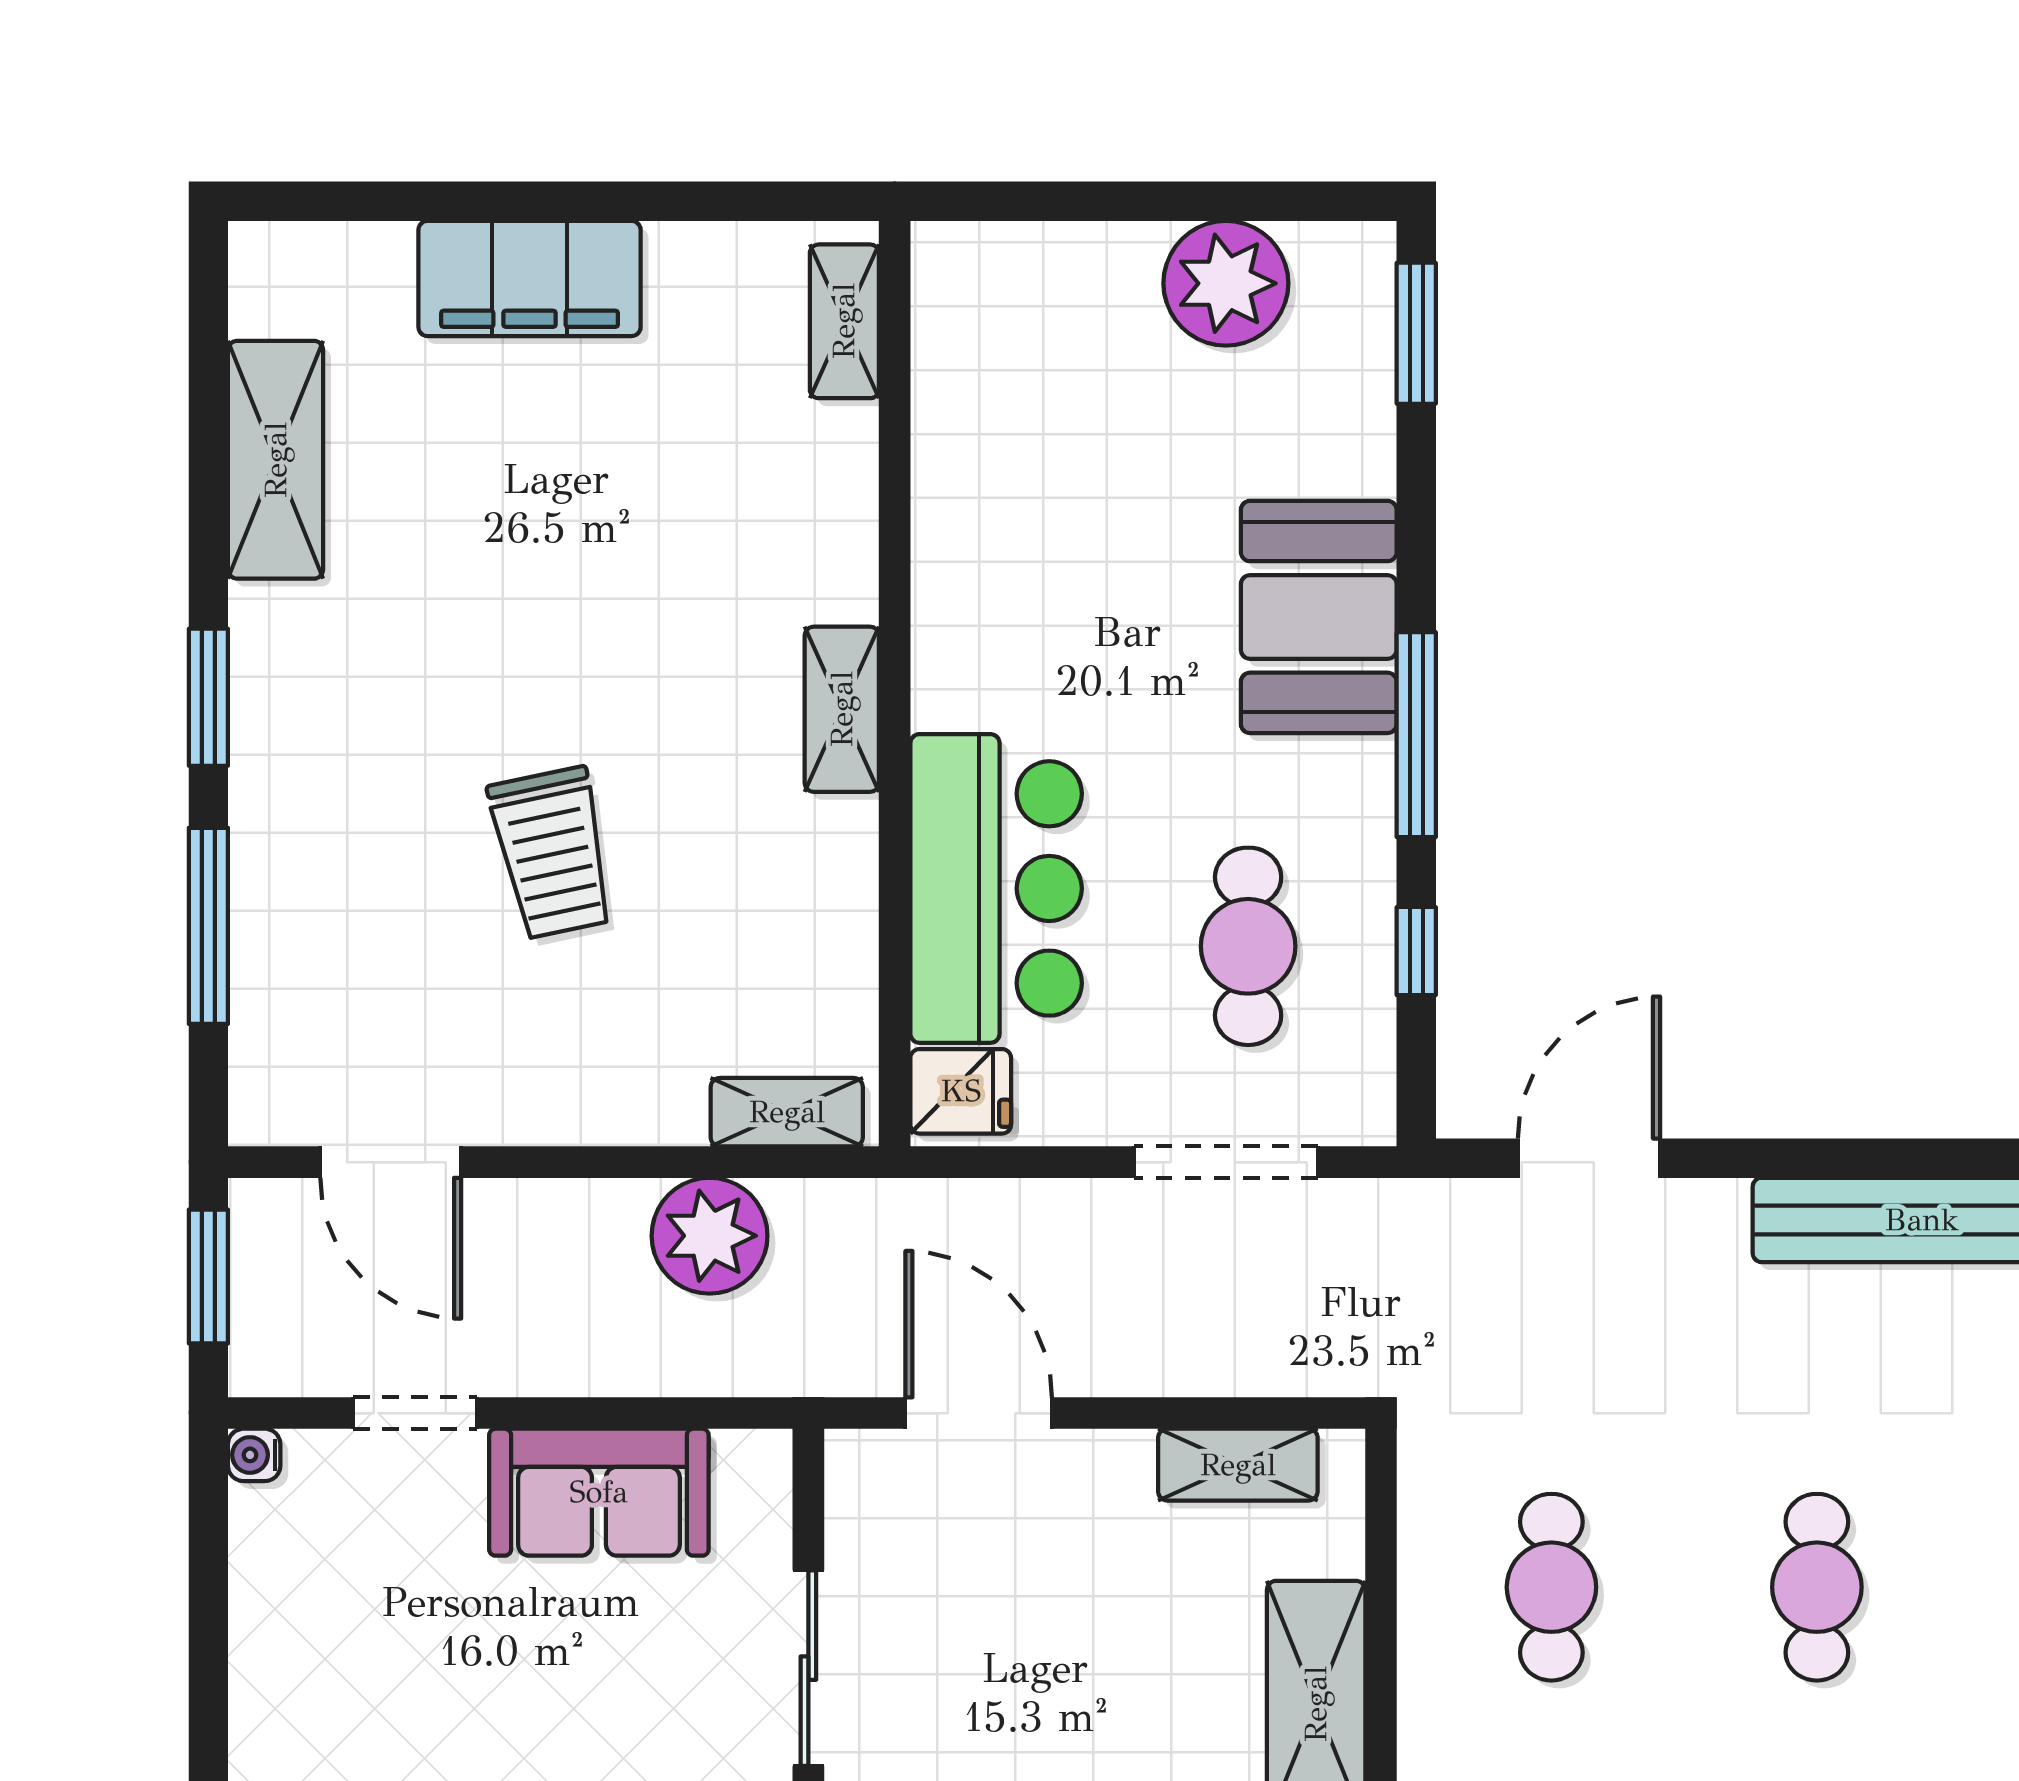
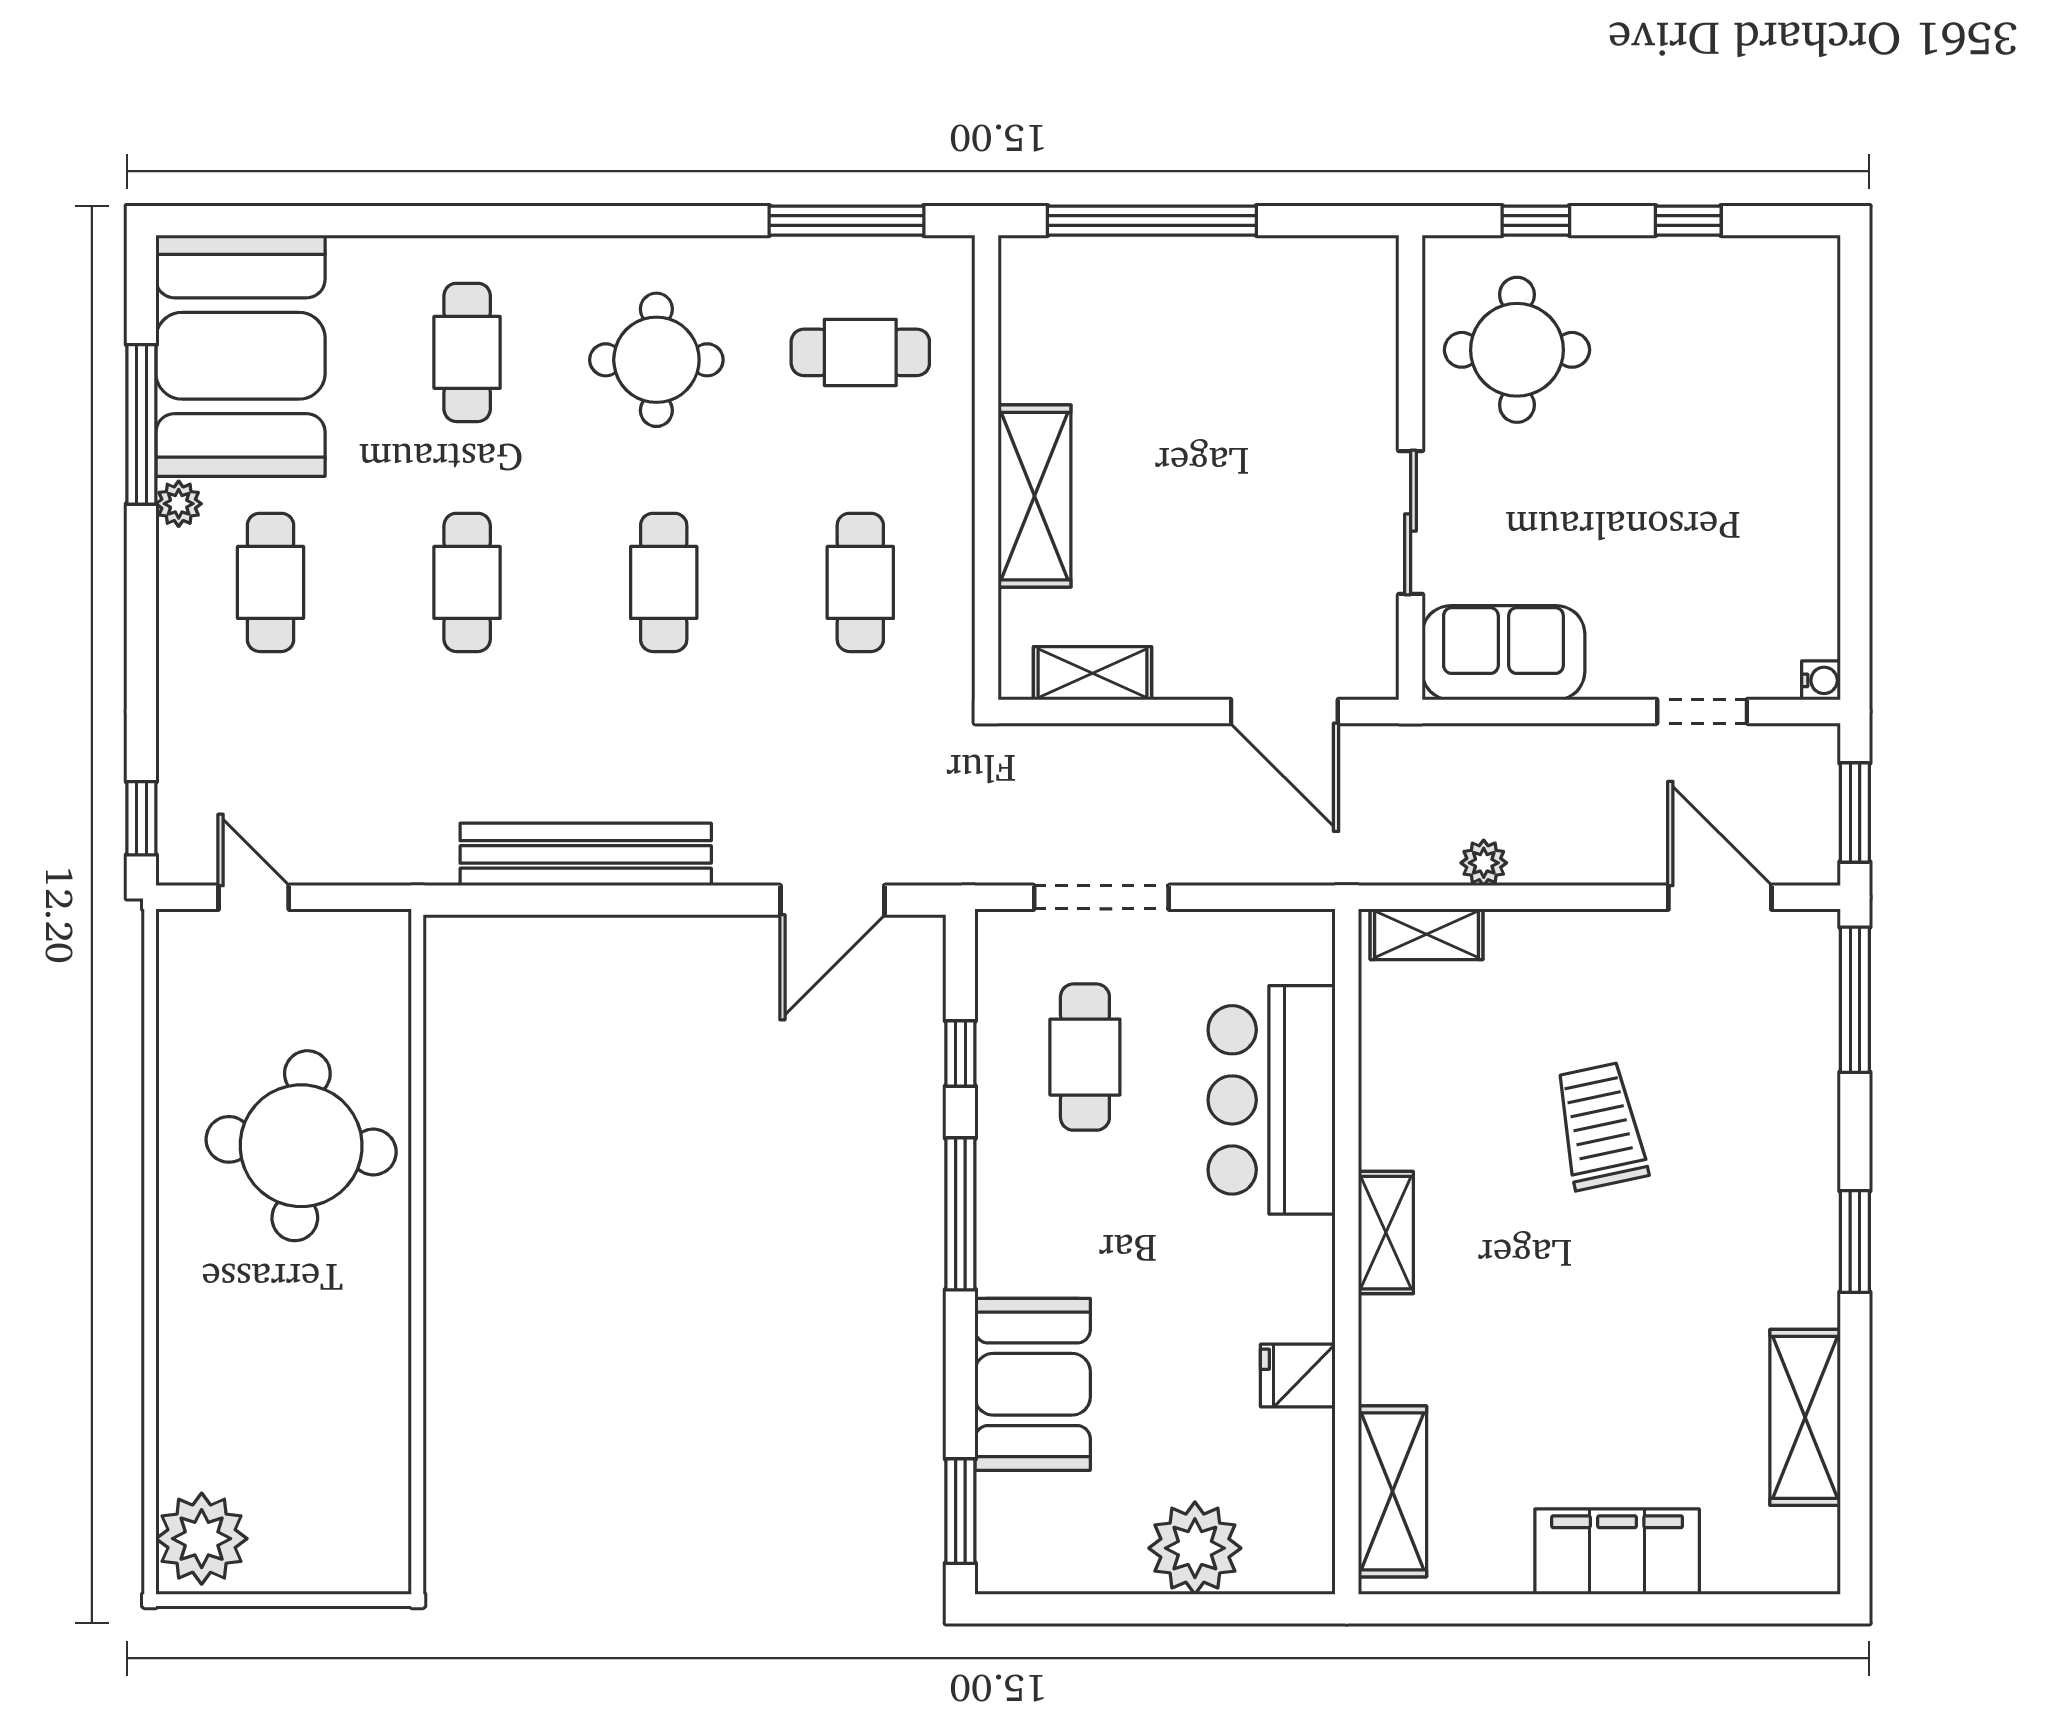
plant: (1226, 283) -> (1195, 1548), moved
shelving: (844, 321) -> (1392, 1491), width x1.50, depth x1.33
booth: (1319, 617) -> (1033, 1384), moved
window: (208, 926) -> (1855, 1000), moved
fridge: (961, 1091) -> (1298, 1376), moved
plant: (710, 1236) -> (1484, 863), width x0.53, depth x0.53
sofa: (599, 1492) -> (1503, 653), moved

